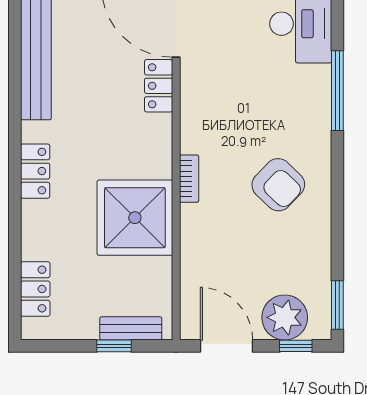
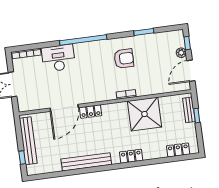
window: (337, 91) -> (83, 40), width x1.46
armchair: (278, 185) -> (124, 59), turned 46
window: (337, 305) -> (144, 32), moved
plant: (285, 317) -> (181, 53), width x0.53, depth x0.53

